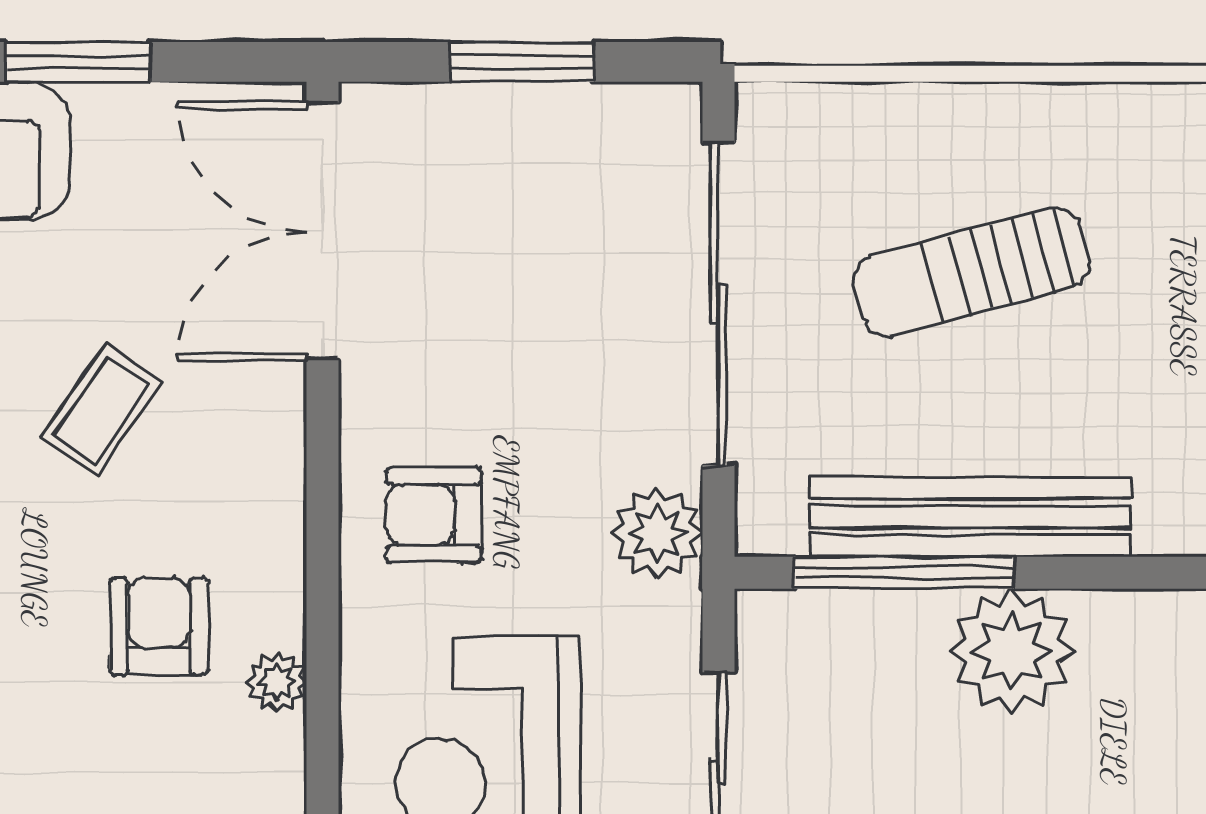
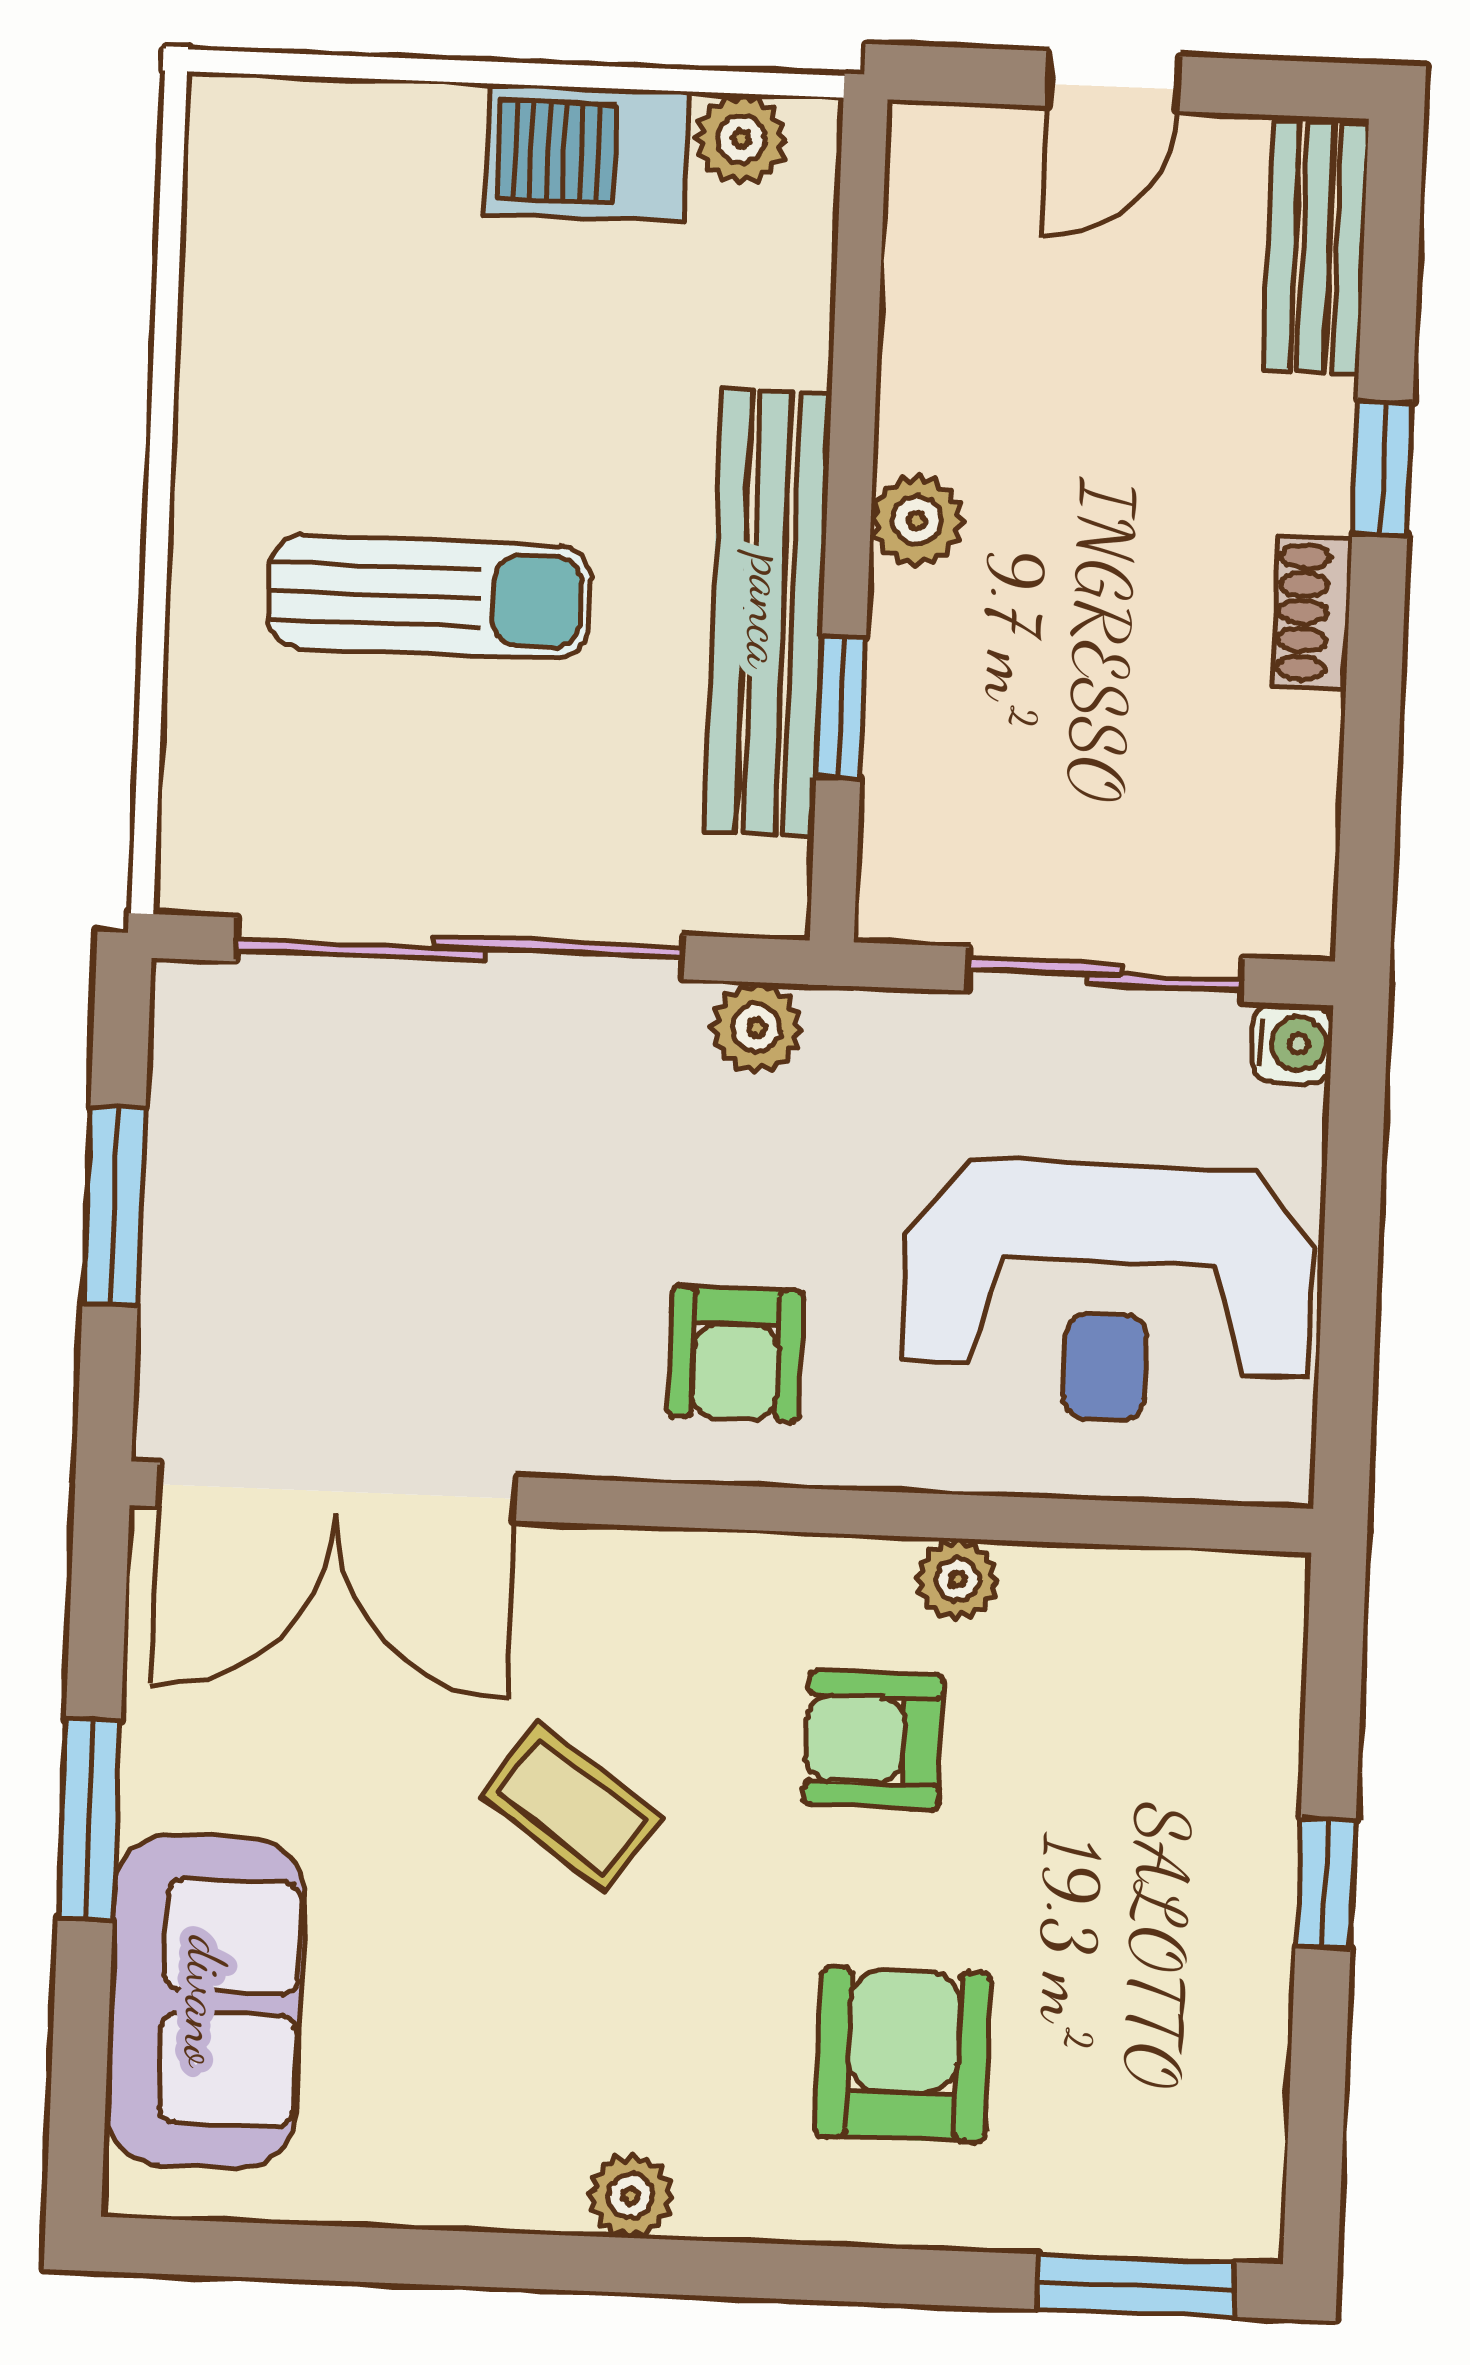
sun lounger: (972, 272) -> (429, 597), turned -75
plant: (657, 533) -> (757, 1028), width x0.73, depth x0.73
window: (904, 573) -> (841, 707), width x0.46
plant: (1012, 651) -> (917, 520), width x0.53, depth x0.53

